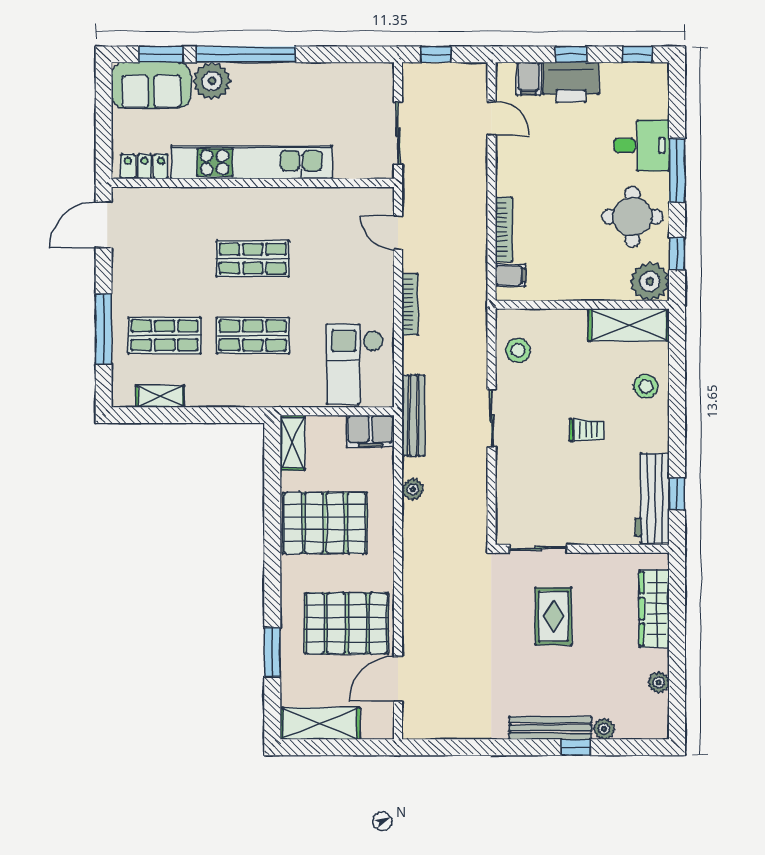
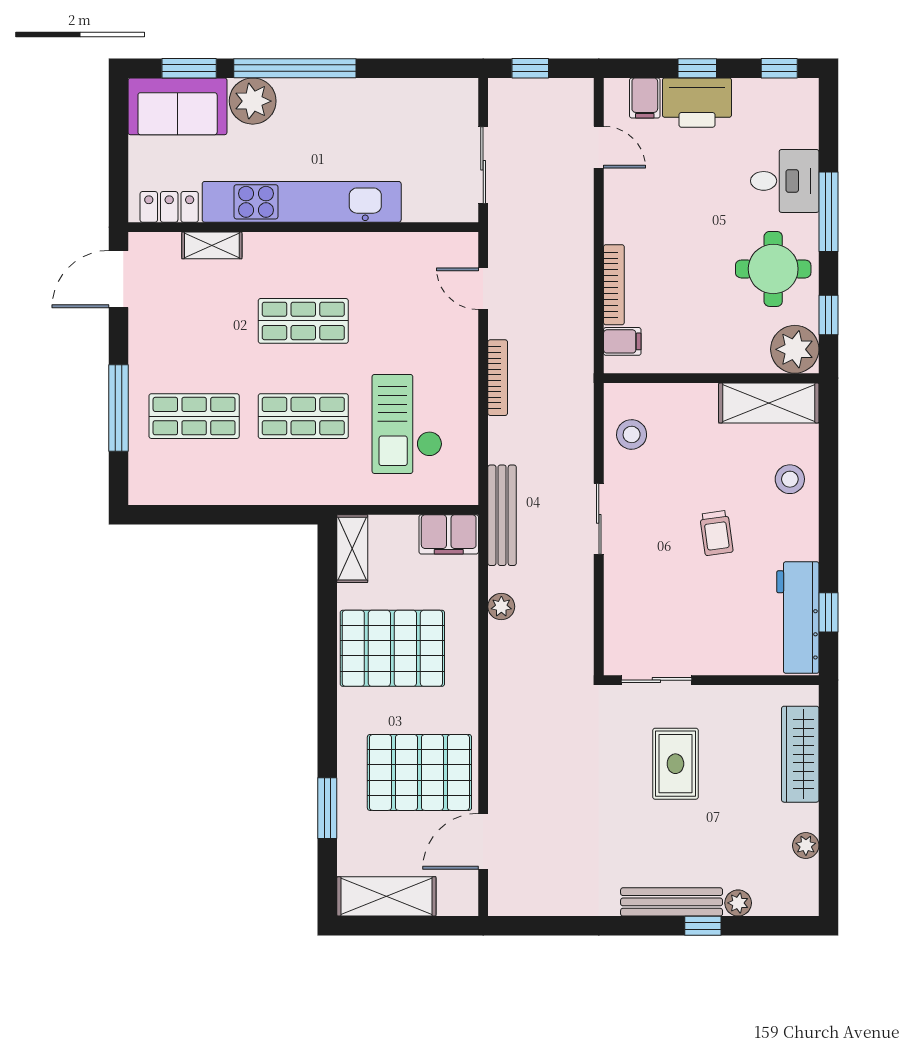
checkout: (355, 364) -> (407, 424), moved
shelving: (160, 396) -> (212, 245), moved
trolley: (586, 430) -> (716, 533), turned 82

